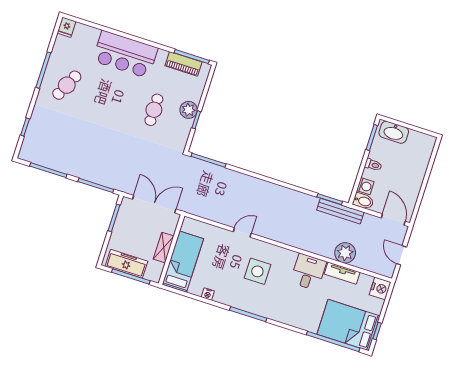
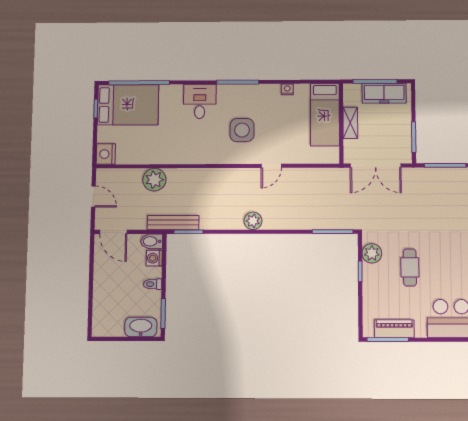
plant: (189, 110) -> (372, 253), moved
plant: (272, 191) -> (253, 221), added
desk: (308, 272) -> (200, 101), moved, turned 180
tv unit: (342, 273) -> (151, 157), removed

